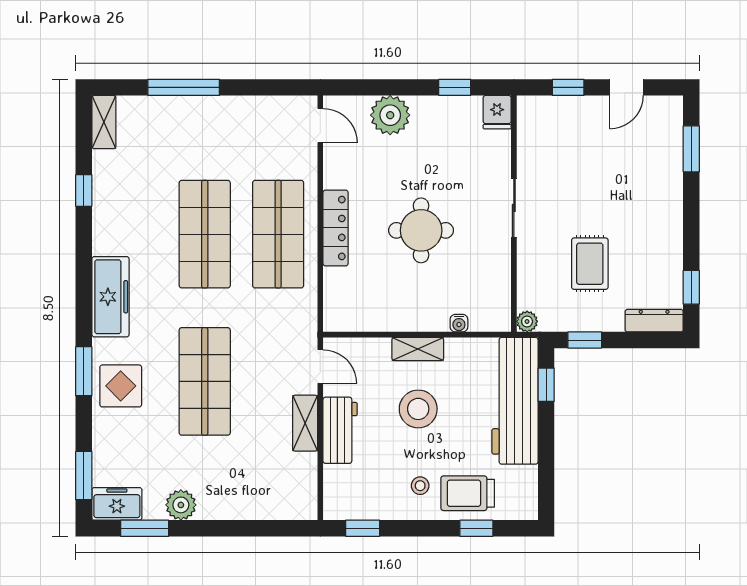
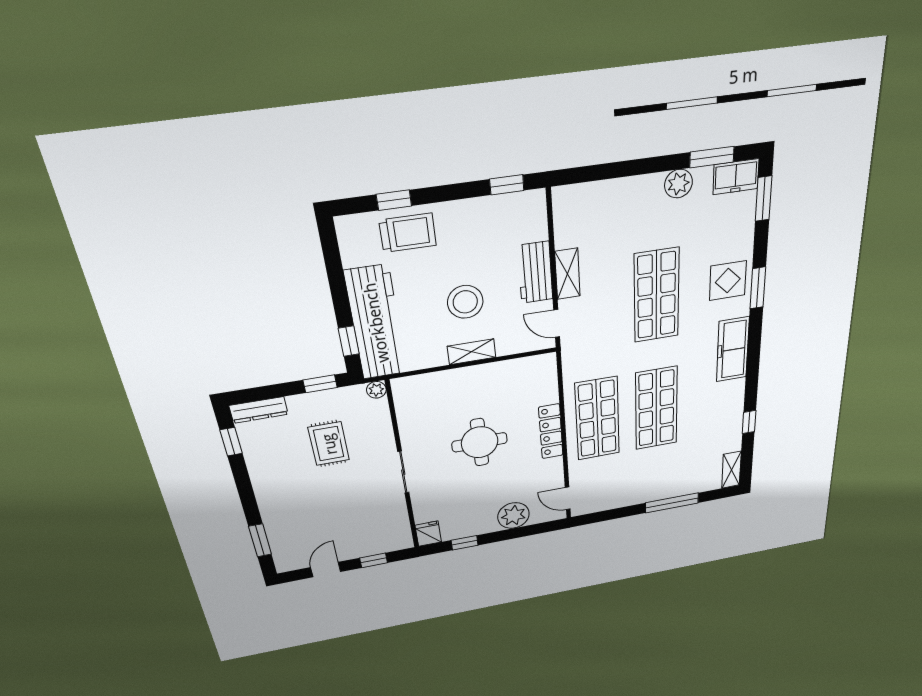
water cooler: (459, 323) -> (438, 378), removed
stool: (420, 486) -> (455, 233), removed

